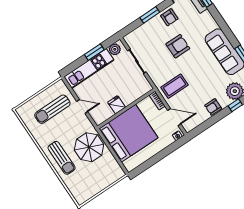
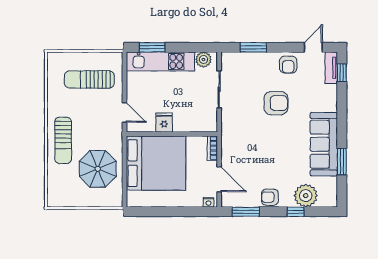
window: (150, 15) -> (253, 47), moved
window: (94, 52) -> (152, 47), moved
coffee table: (175, 86) -> (242, 145), removed
door: (82, 107) -> (125, 112), moved
window: (204, 126) -> (246, 212), added
parasol: (89, 147) -> (98, 169), moved

